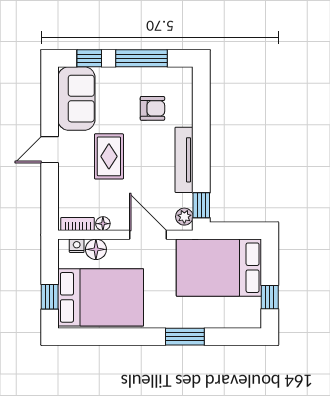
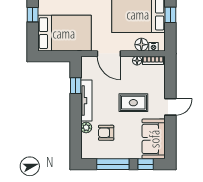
rug: (109, 156) -> (133, 103), turned 90
window: (201, 205) -> (76, 86), moved
plant: (184, 217) -> (86, 128), moved

